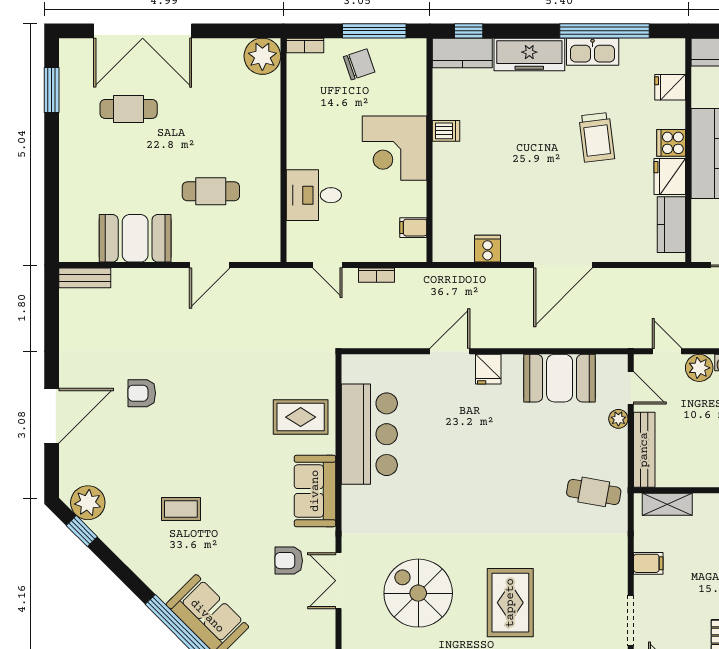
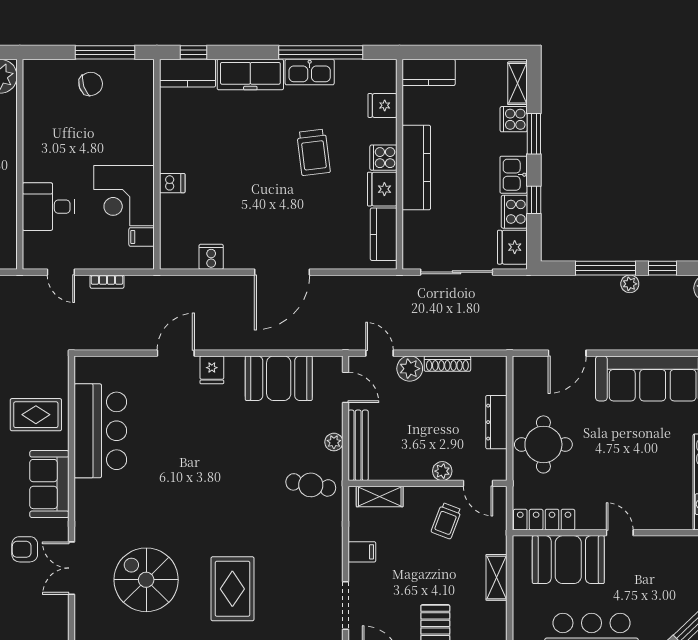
bookcase: (305, 45) -> (40, 66), removed
dishwasher: (446, 131) -> (172, 183), moved
corner desk: (395, 148) -> (124, 196), moved
plant: (618, 419) -> (334, 442), moved

